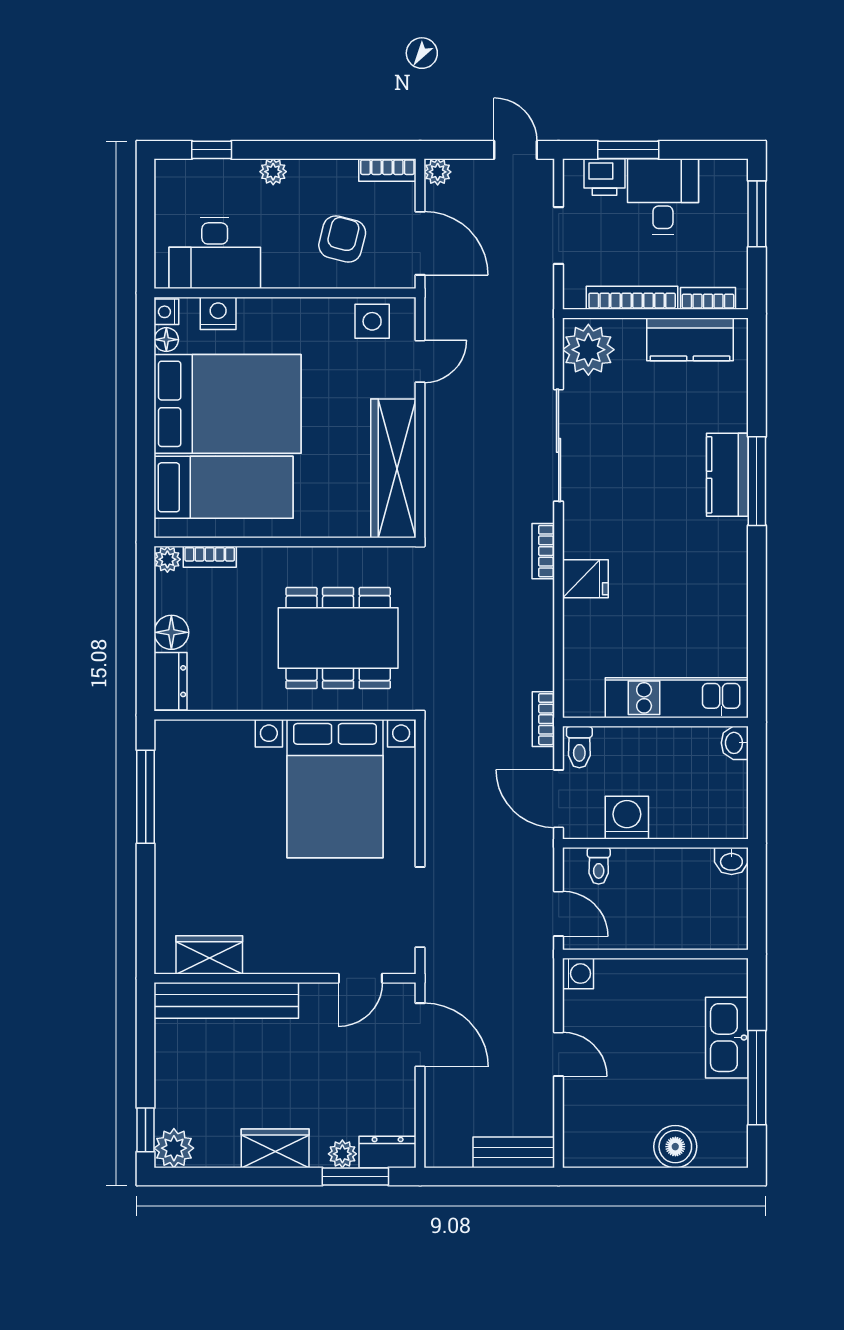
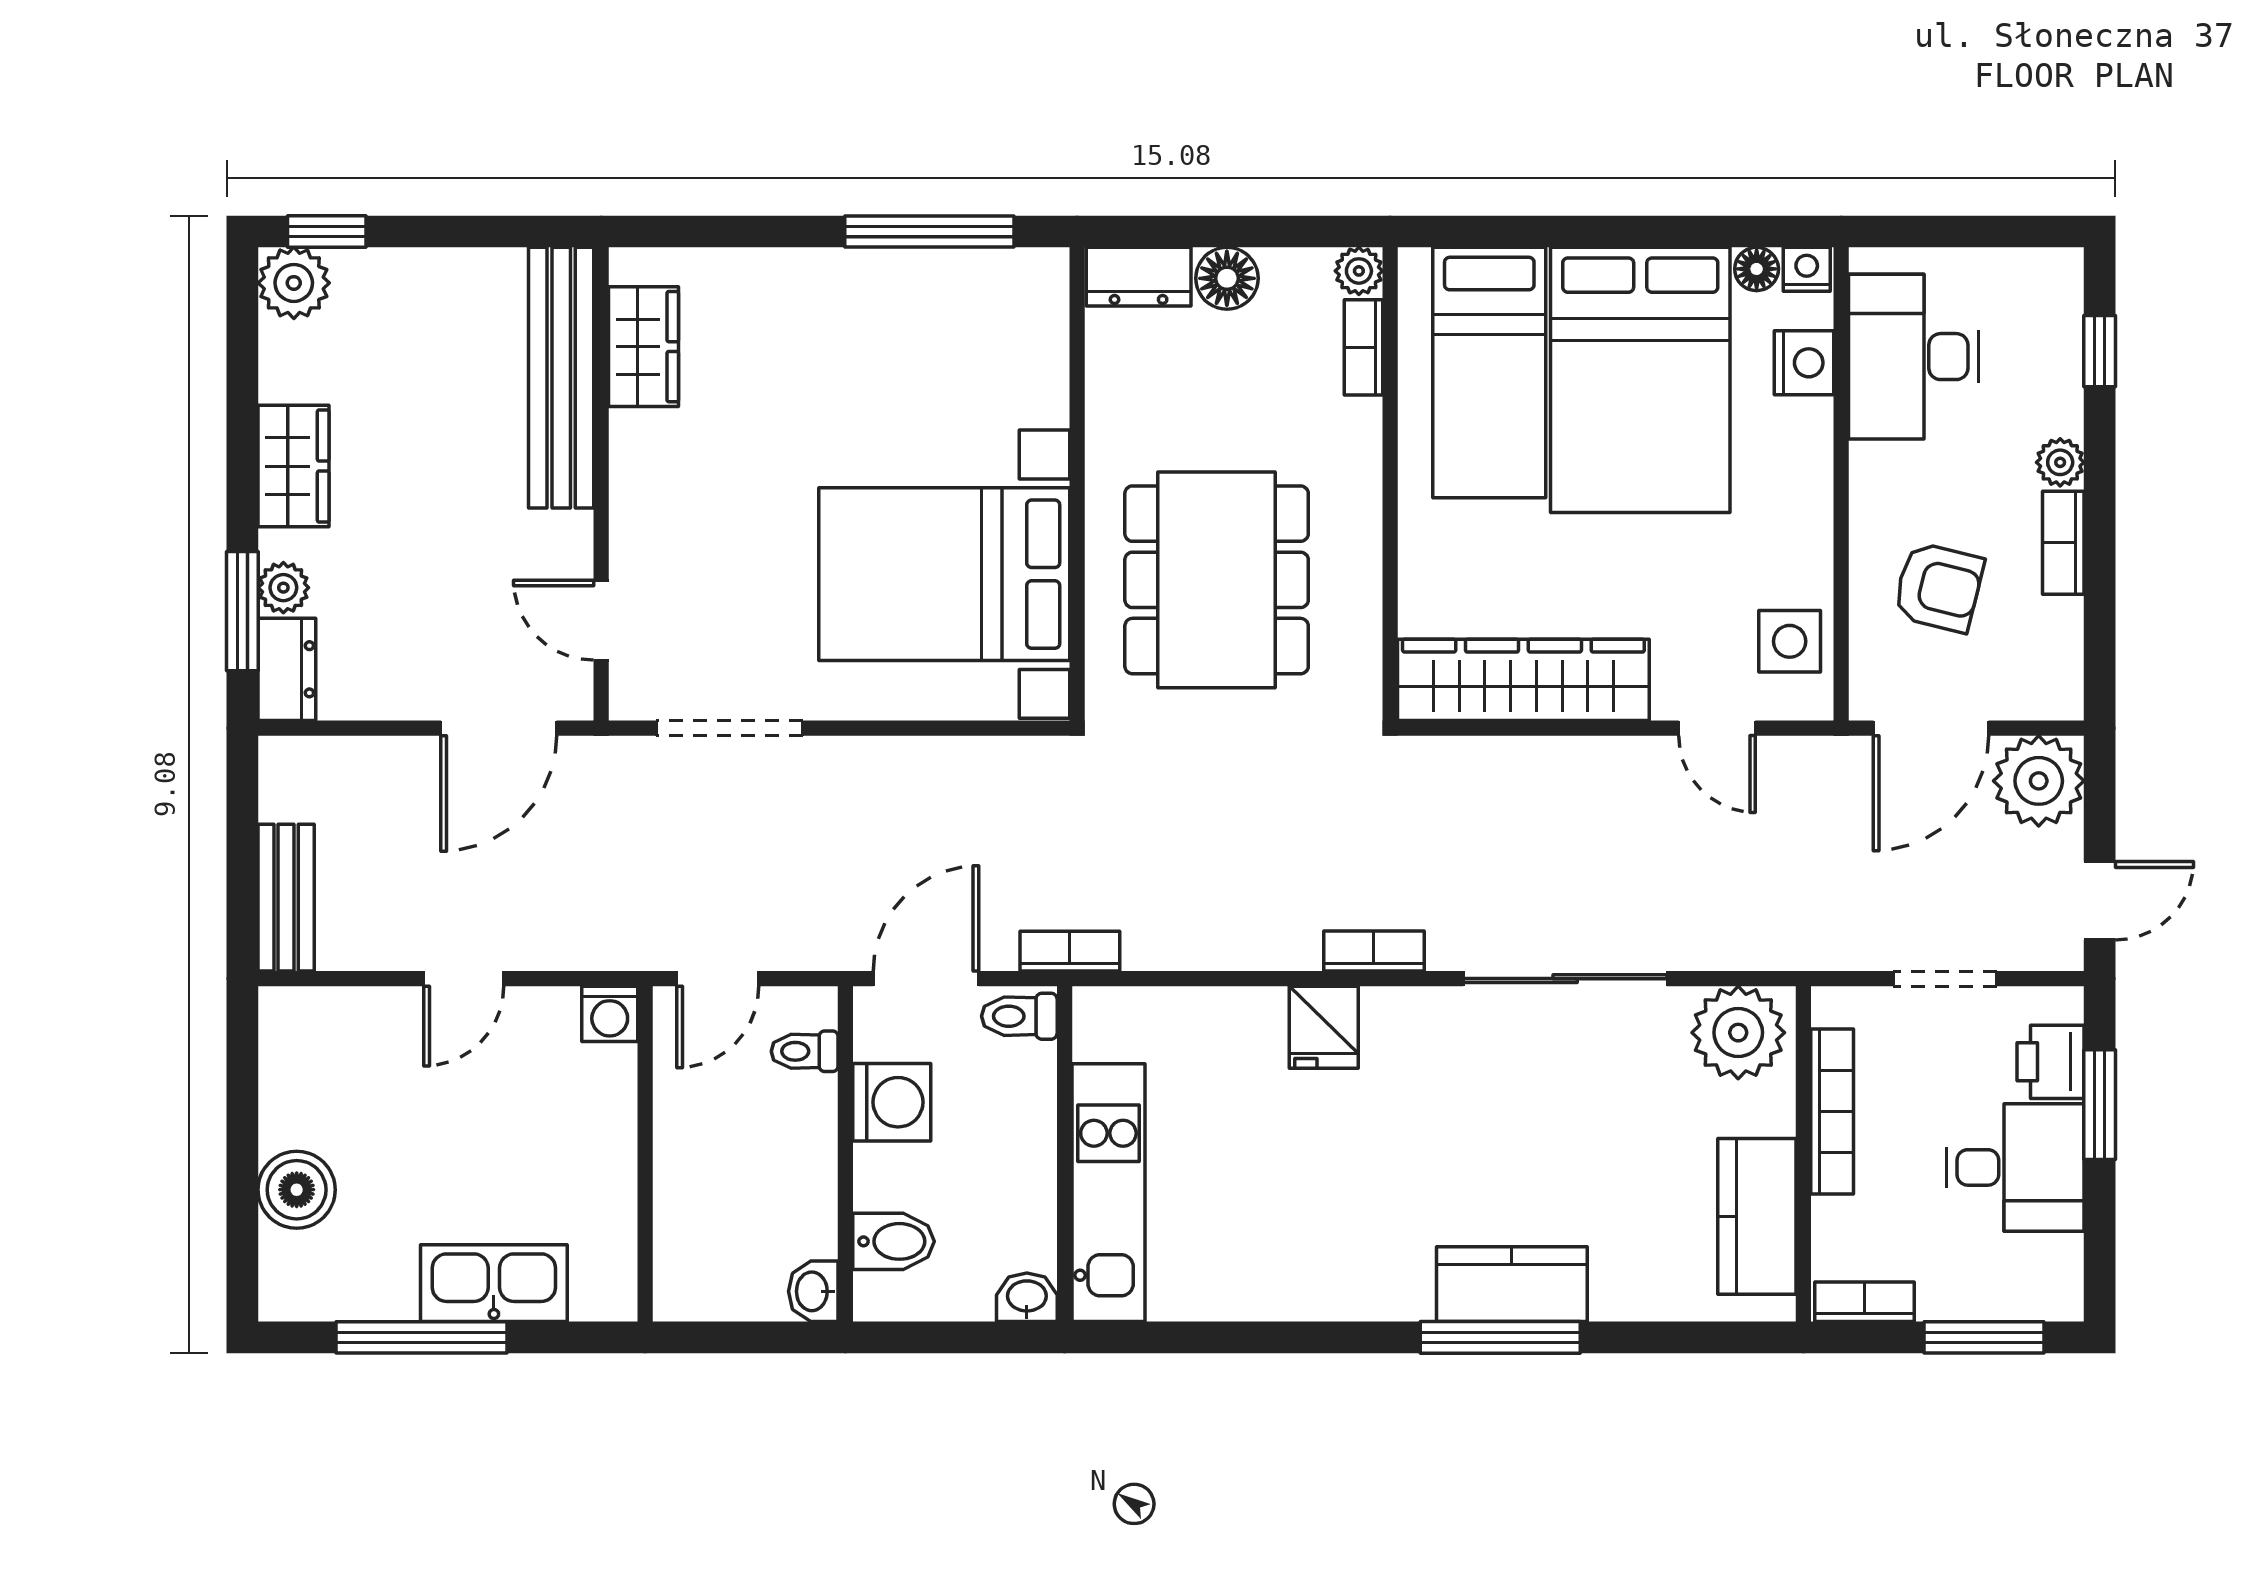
bookcase: (387, 170) -> (2063, 543), moved
plant: (438, 172) -> (2039, 781), width x1.88, depth x1.88
bookcase: (708, 298) -> (1865, 1302), moved, turned -90
bidet: (704, 817) -> (894, 1241), added

